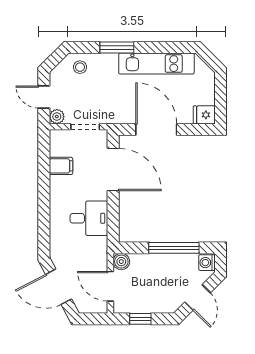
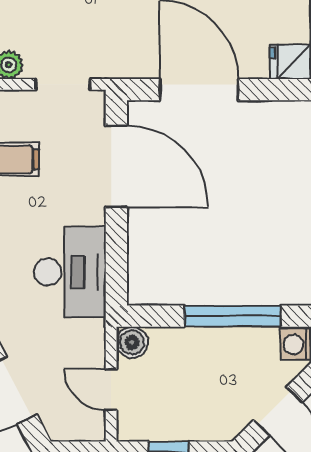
desk: (89, 218) -> (70, 272), width x1.37
door: (110, 286) -> (111, 390), width x0.73

